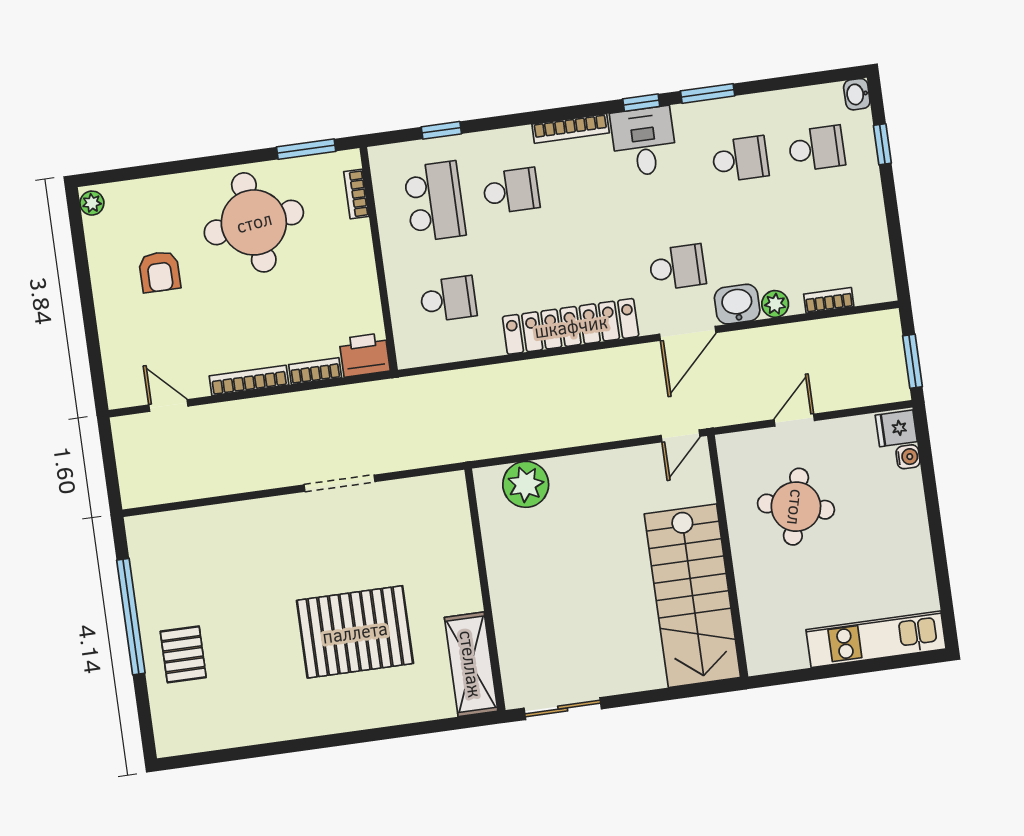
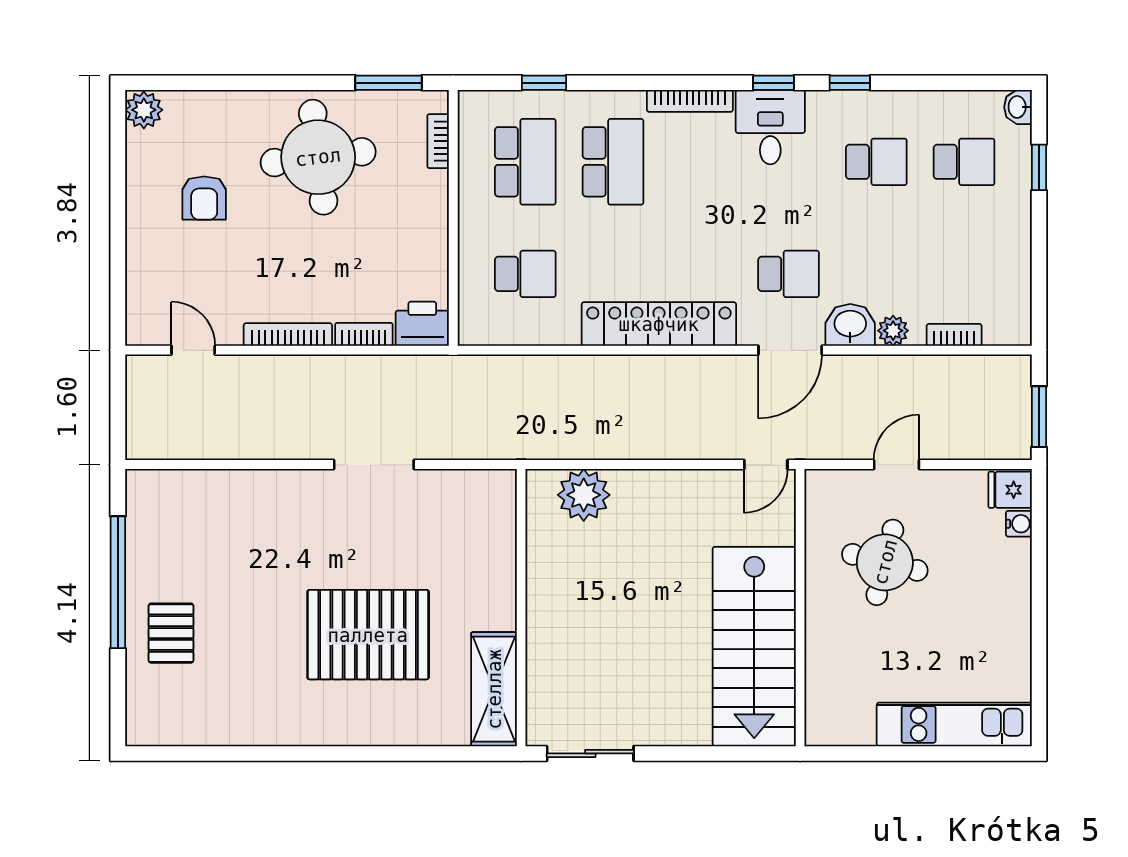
window: (708, 93) -> (850, 83), width x0.67
school desk: (511, 191) -> (613, 162), width x1.85
plant: (92, 203) -> (144, 110), width x1.38, depth x1.38

